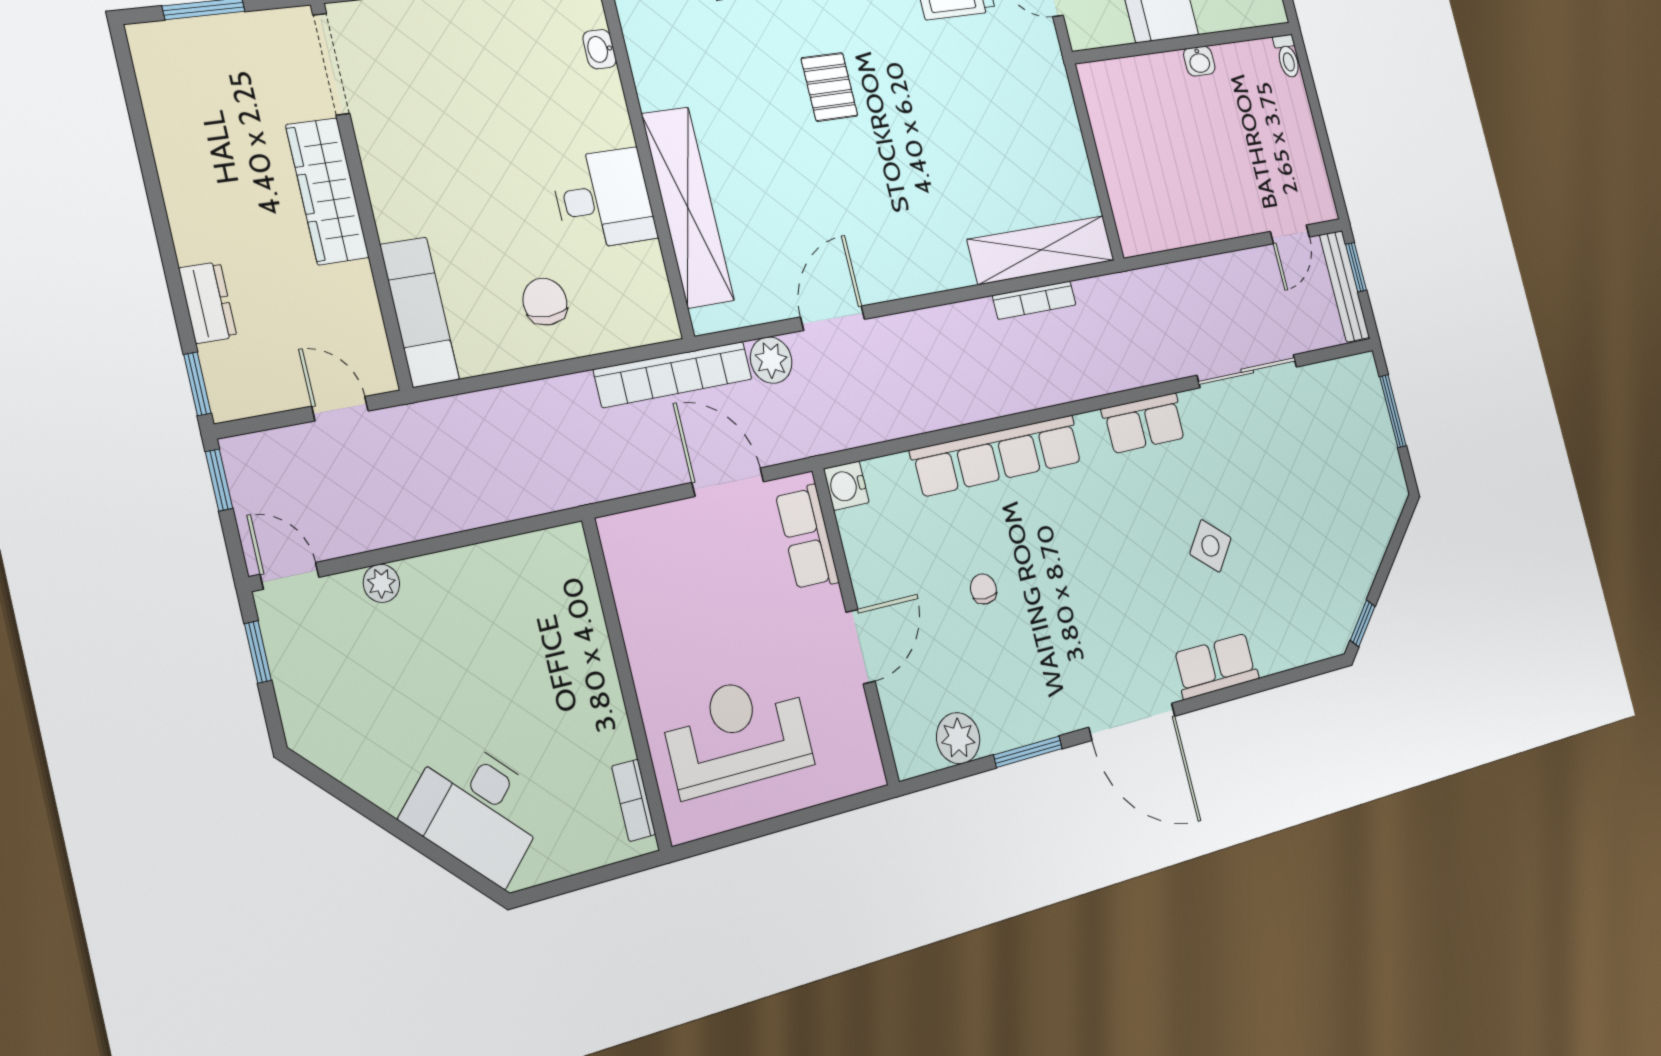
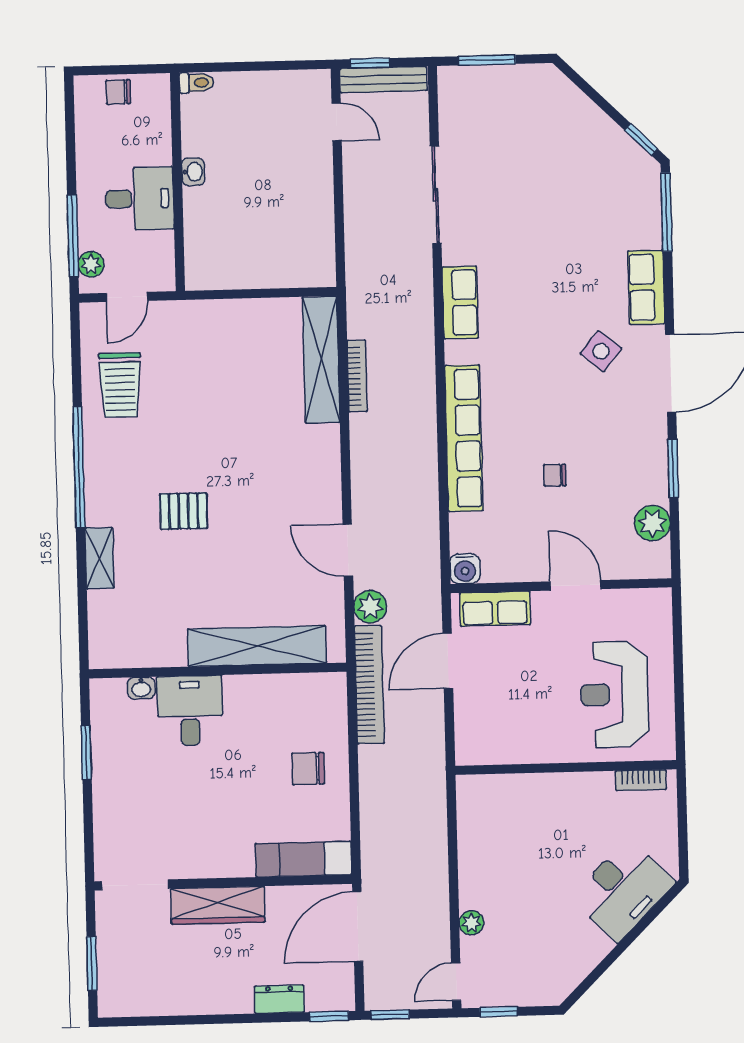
desk: (604, 199) -> (190, 711), moved
door: (340, 409) -> (358, 927), width x1.87
side table: (1210, 546) -> (601, 351), moved
window: (1299, 674) -> (666, 212), added

